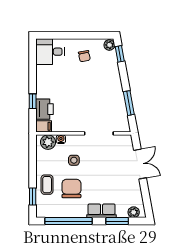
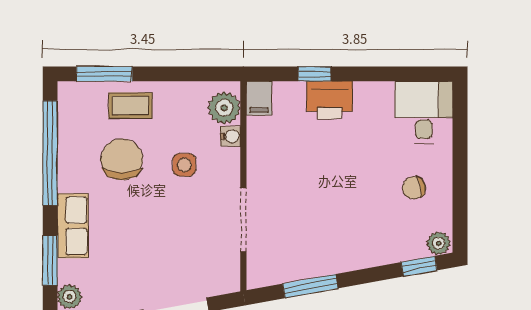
printer: (45, 109) -> (330, 100), moved
chair: (71, 189) -> (122, 159), turned -90
window: (33, 197) -> (104, 74), width x1.50

